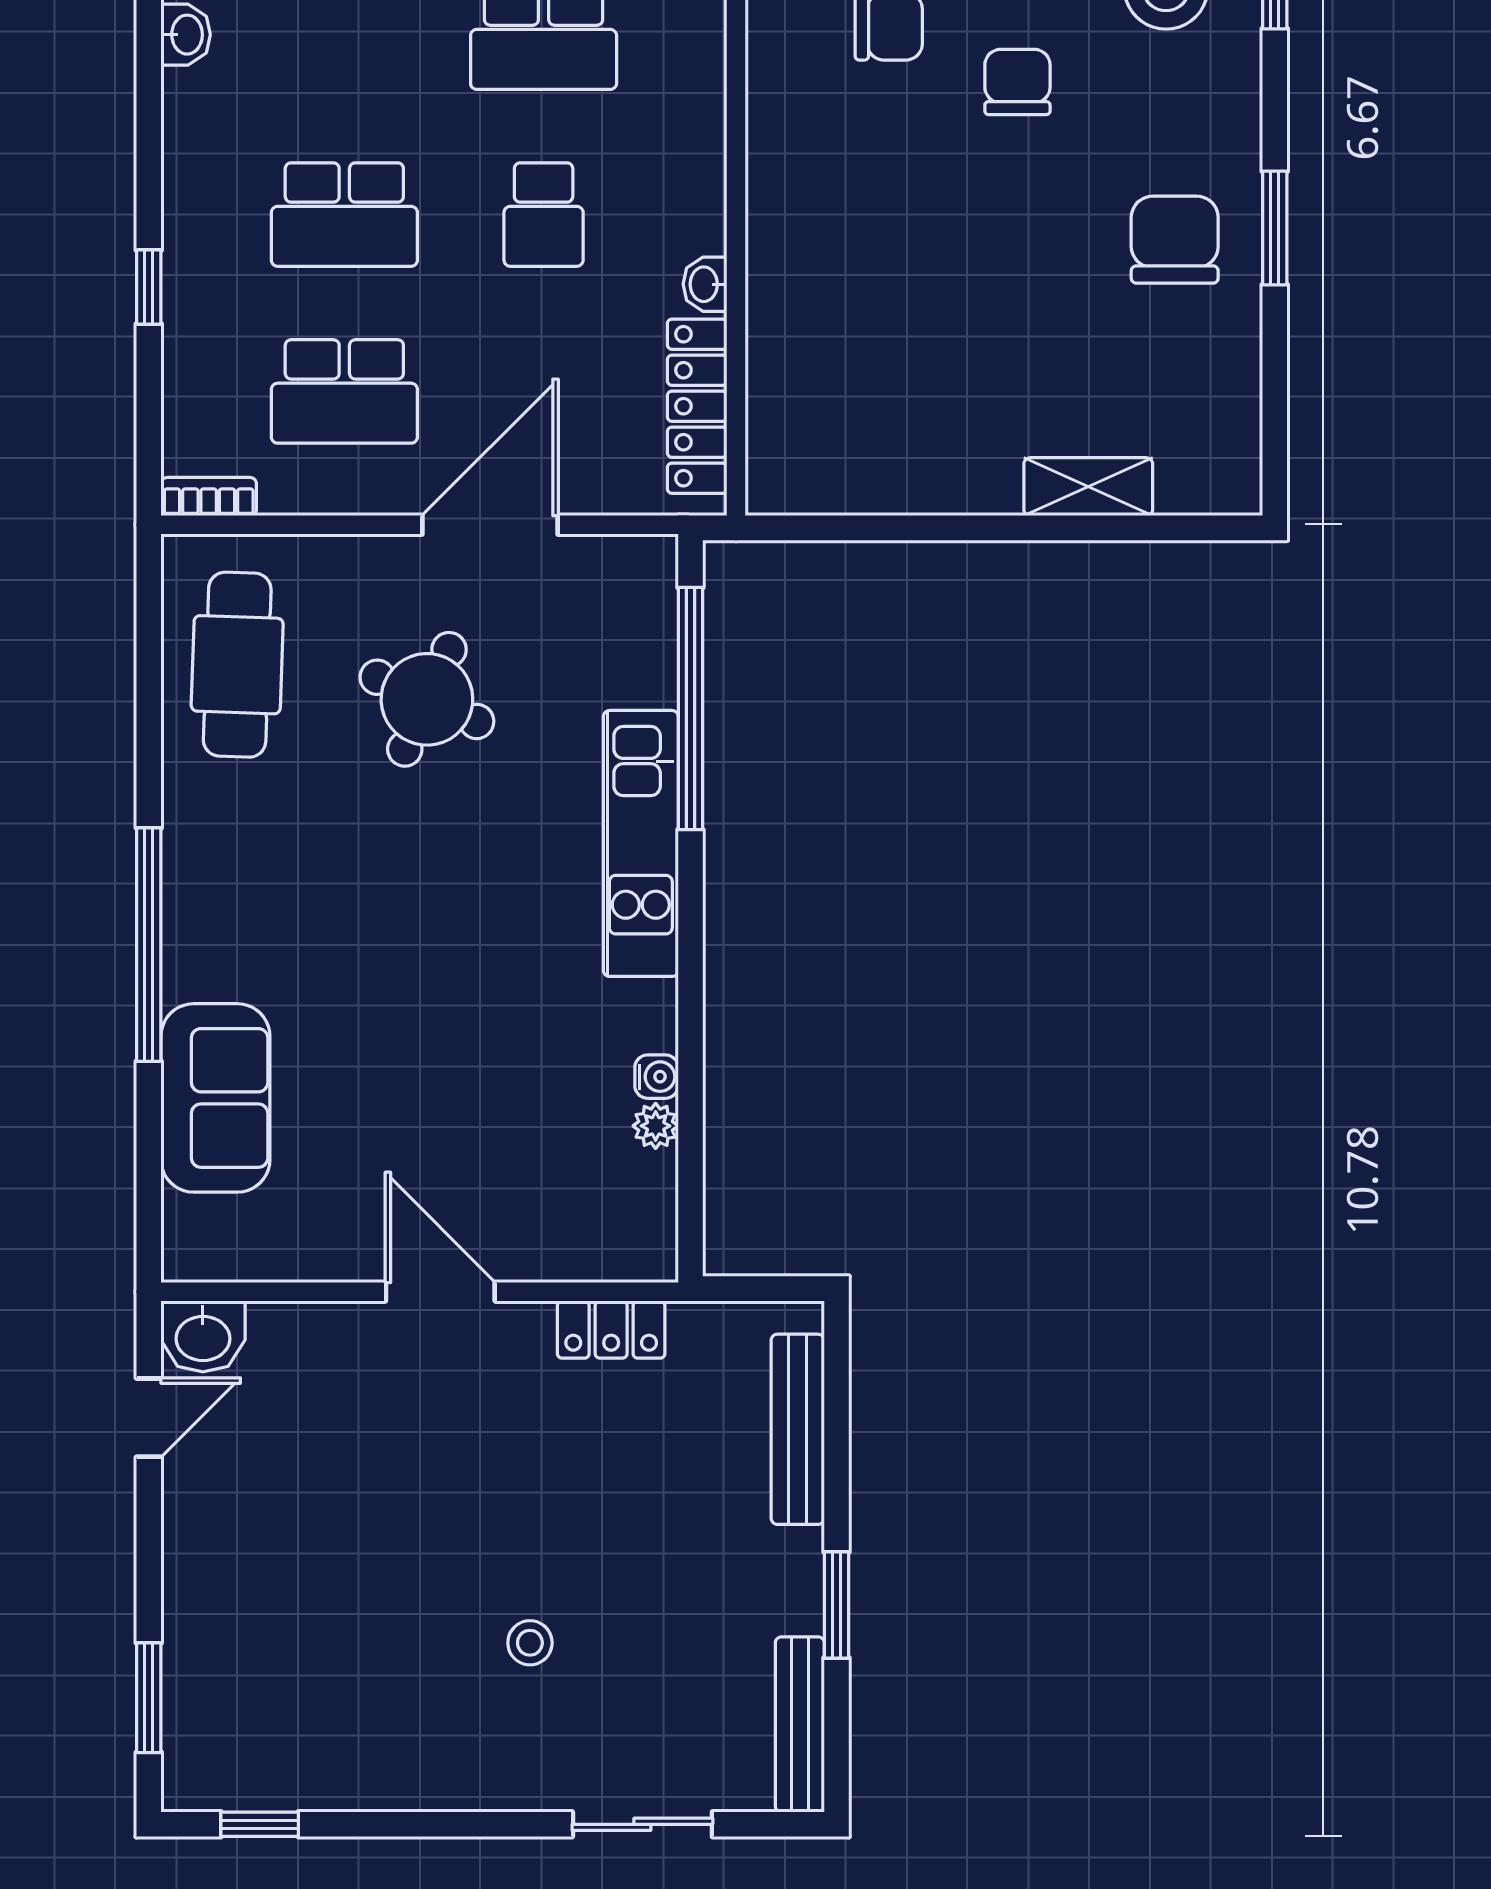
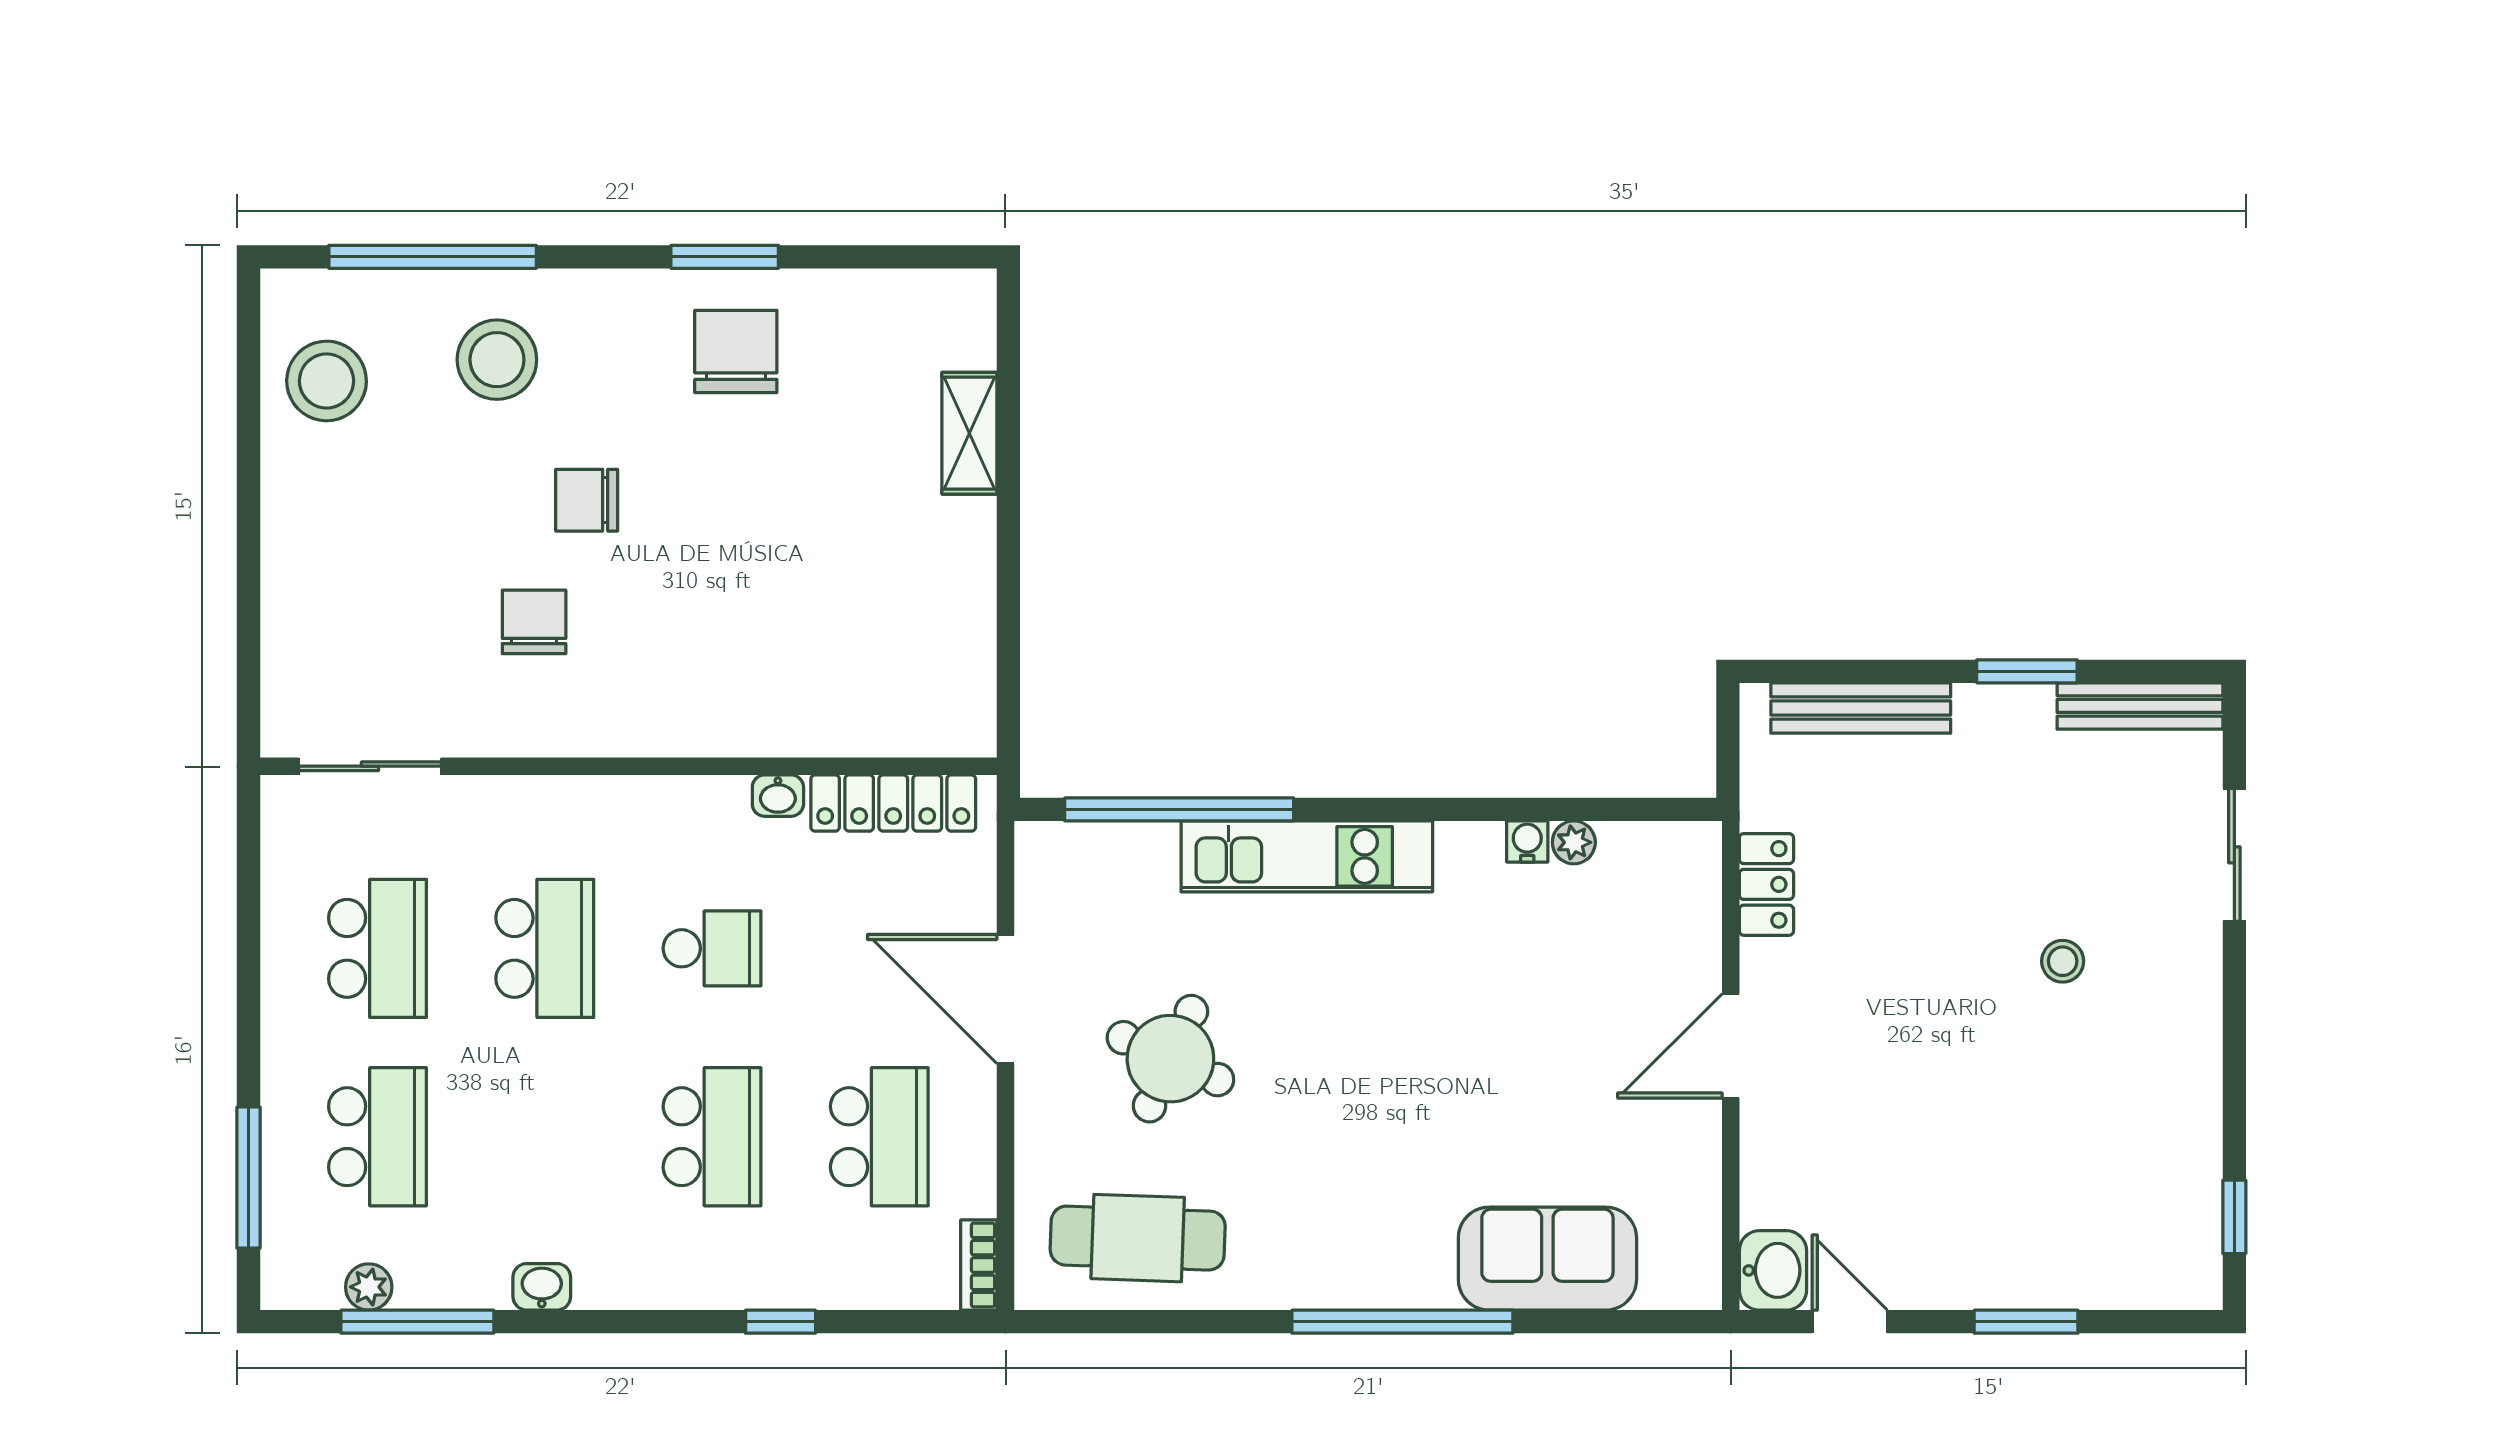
chair: (1175, 240) -> (736, 351), turned 90
window: (149, 1698) -> (2026, 1322), moved

